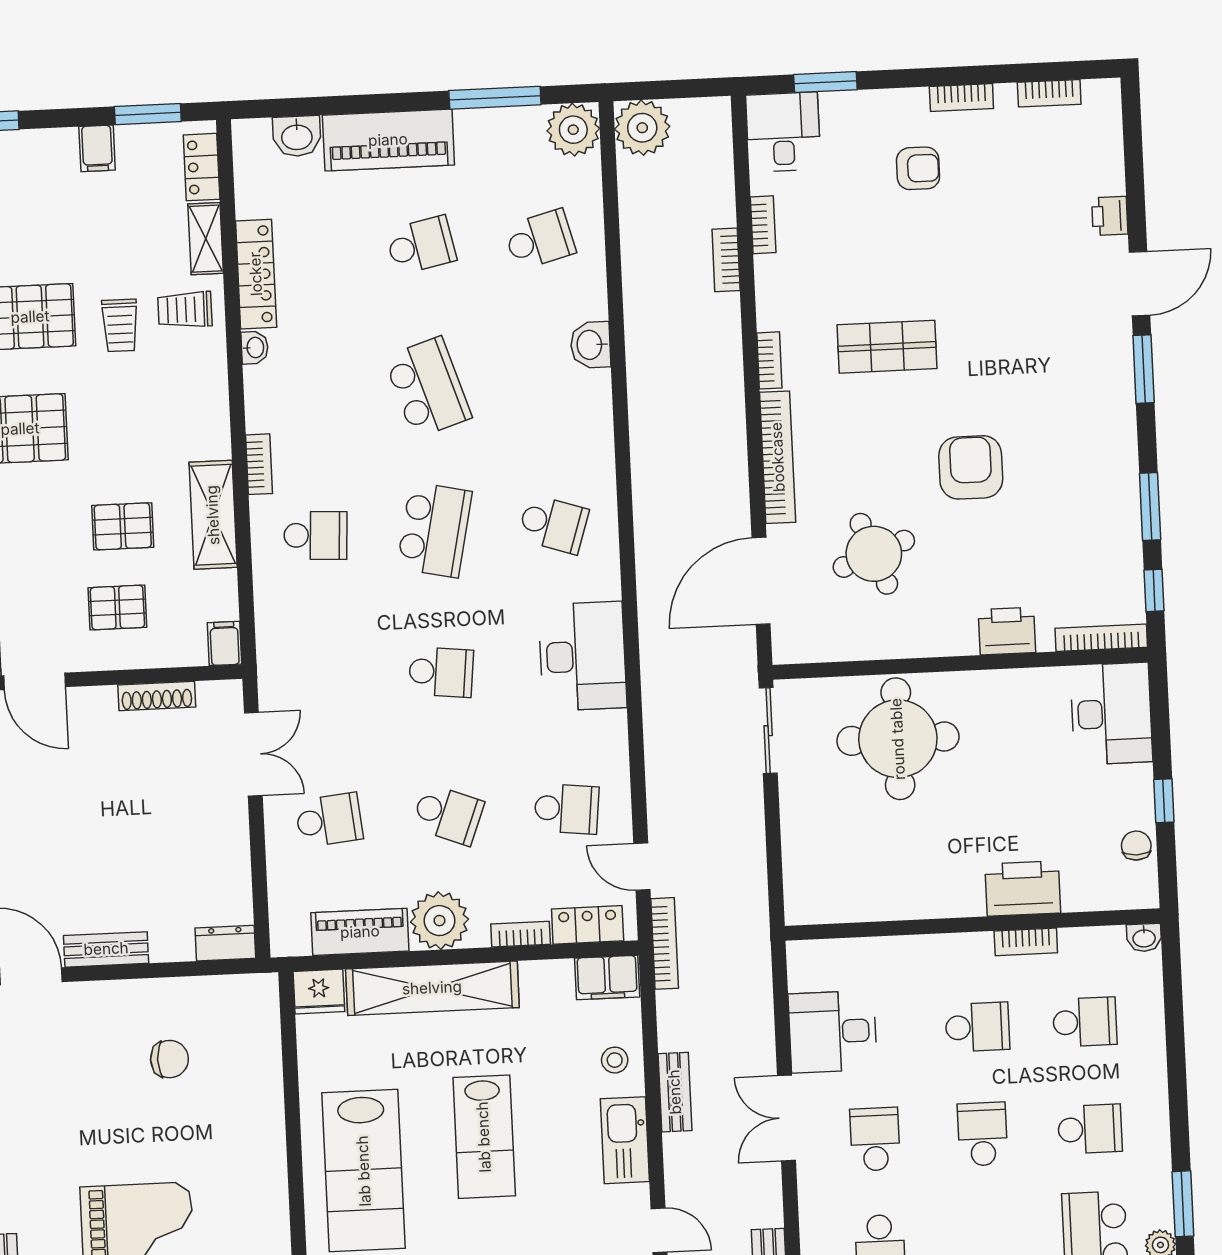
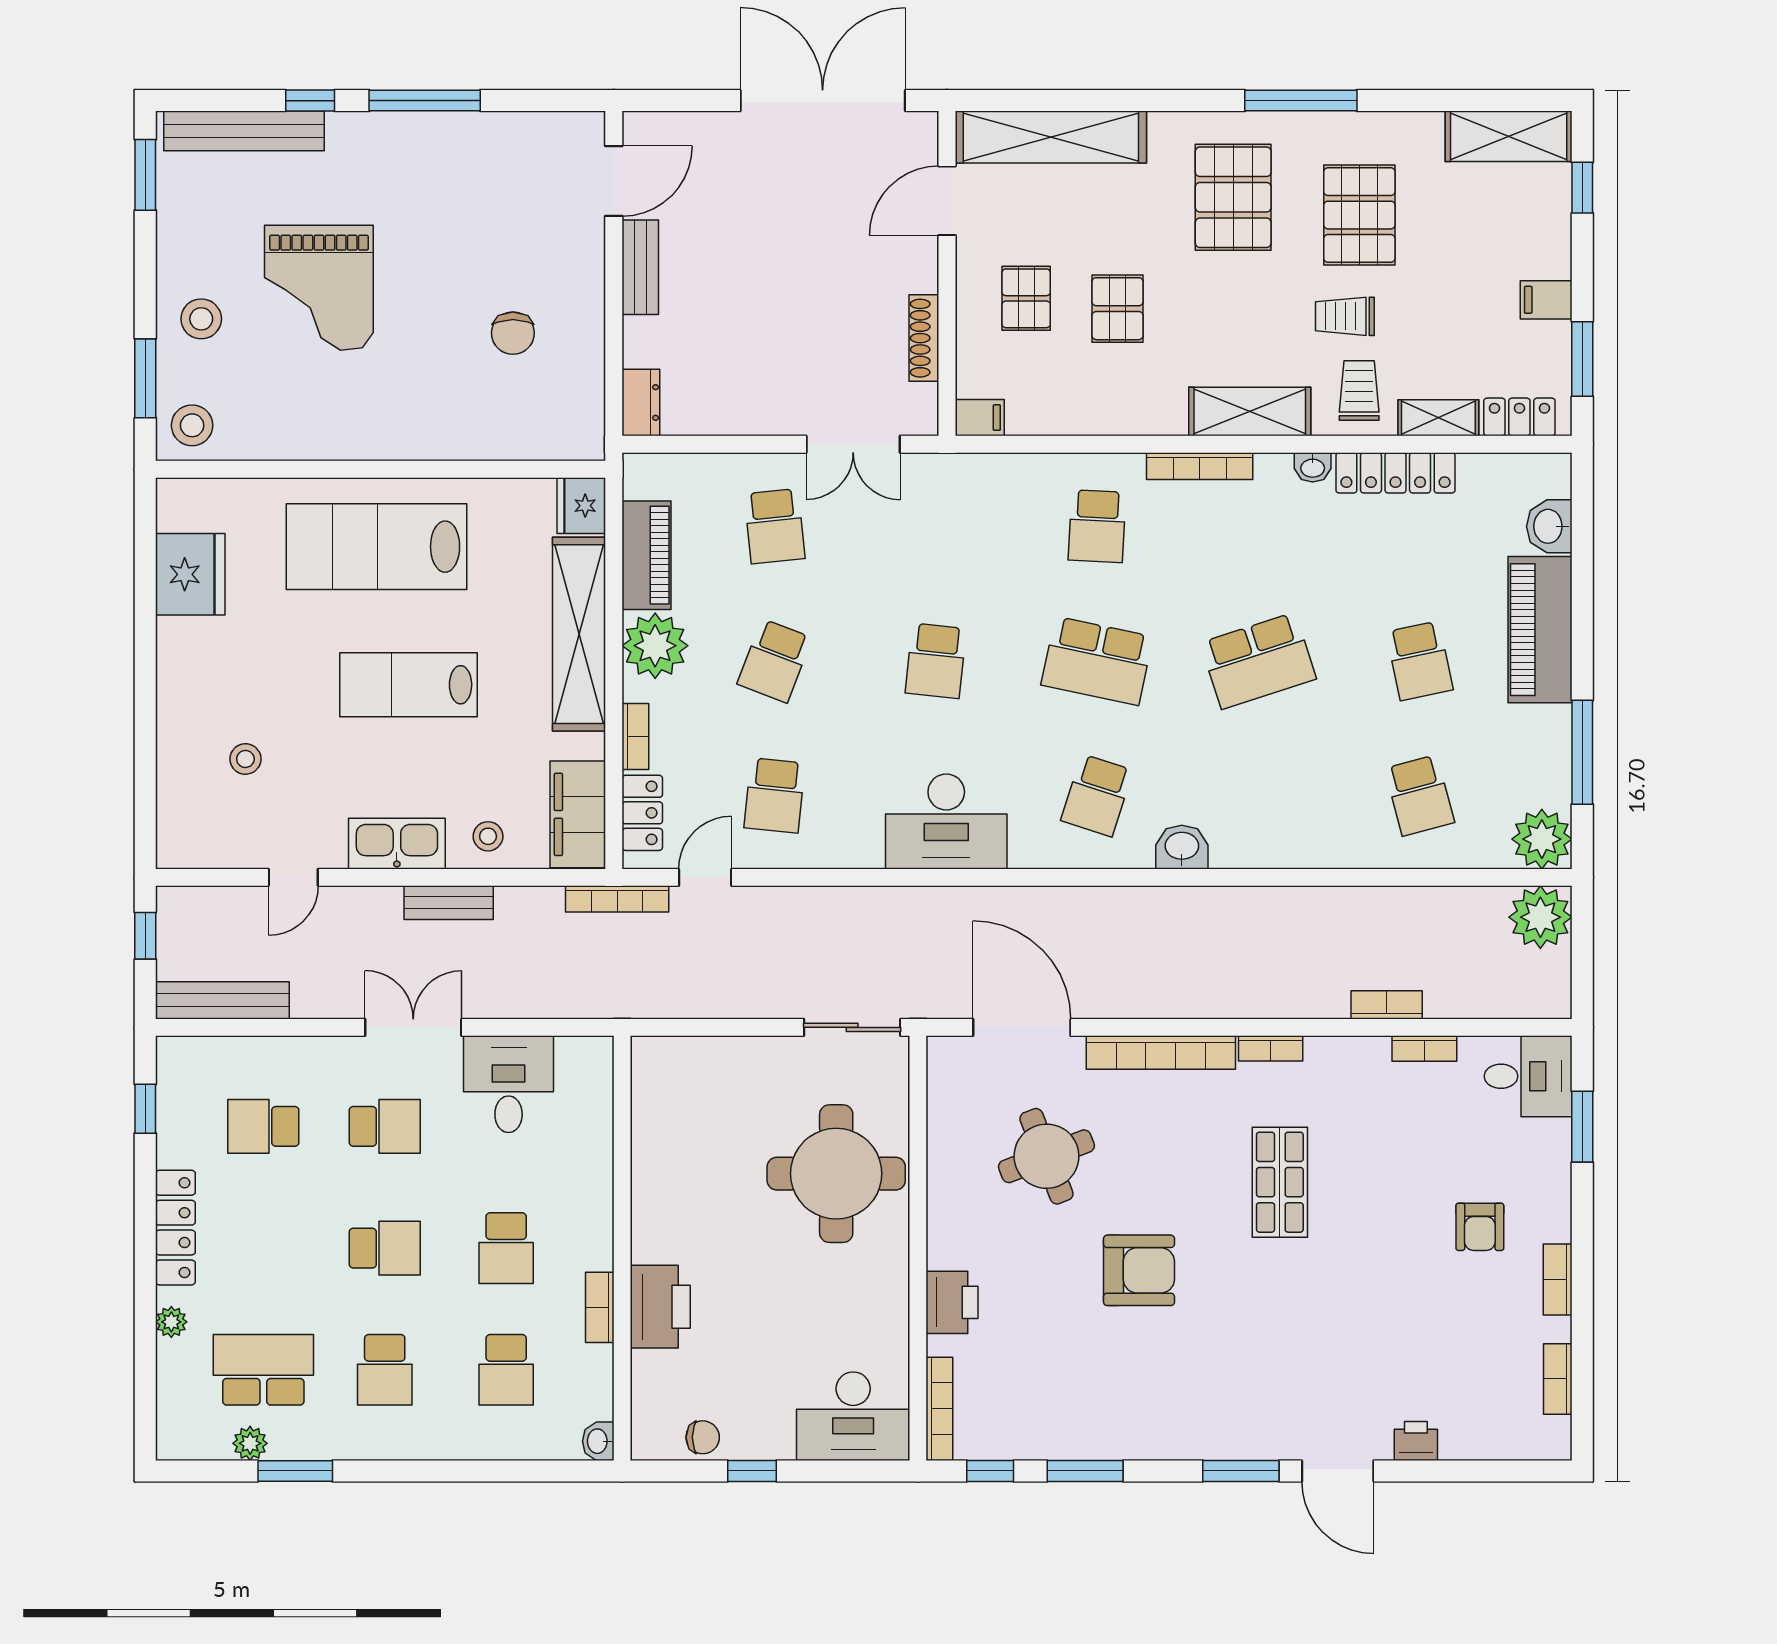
washbasin: (591, 345) -> (1182, 847), moved
bookcase: (259, 464) -> (1200, 466), width x1.56
shelving: (213, 515) -> (1250, 412), moved
filing cabinet: (607, 978) -> (578, 814), width x1.50, depth x1.17

